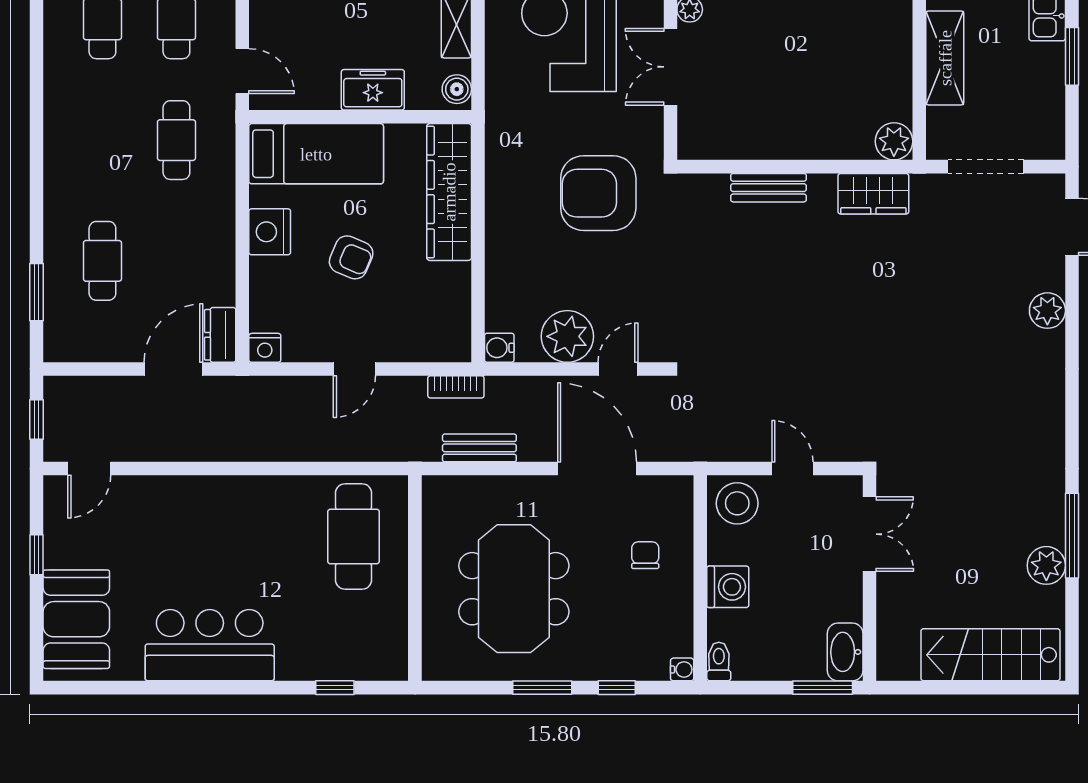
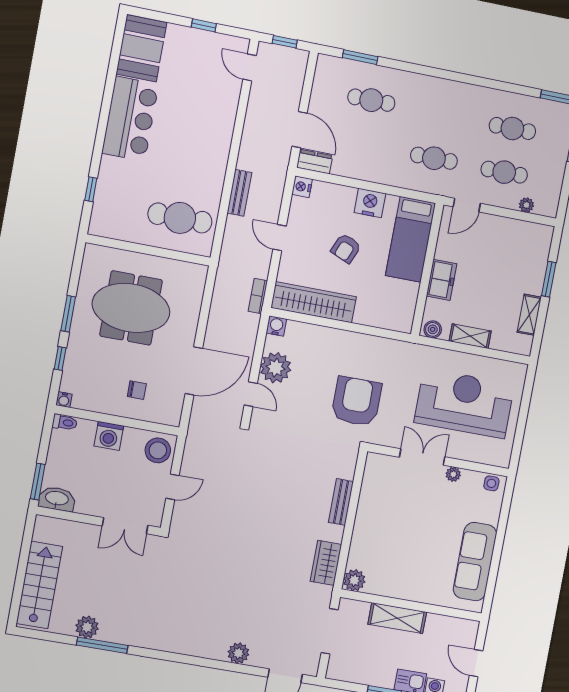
wardrobe: (449, 192) -> (314, 302), moved
bench: (479, 448) -> (239, 193), moved
booth: (76, 619) -> (141, 48), moved, turned 90

